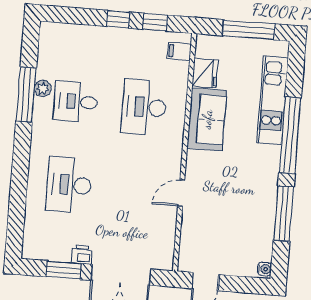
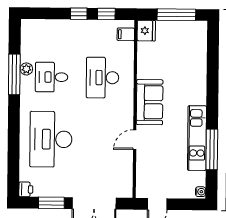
fridge: (205, 73) -> (146, 31), moved
kitchen unit: (273, 100) -> (197, 138), moved
sofa: (207, 119) -> (150, 102), moved
window: (290, 135) -> (212, 91), removed
desk: (69, 185) -> (51, 139), width x1.36, depth x1.30
printer: (82, 255) -> (26, 189), moved, turned 90

